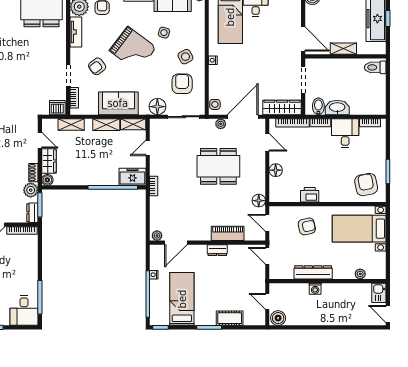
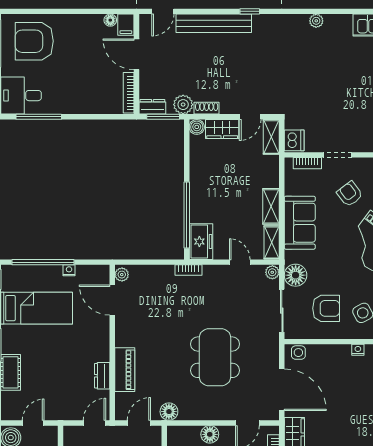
plant: (221, 124) -> (272, 272), moved
shelving: (71, 125) -> (271, 137), moved
dresser: (217, 250) -> (102, 376), moved

